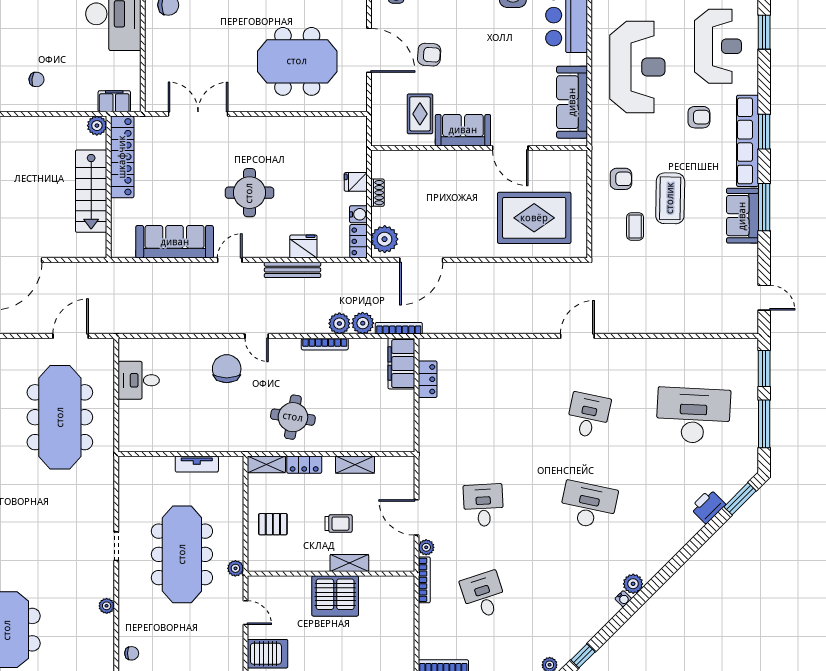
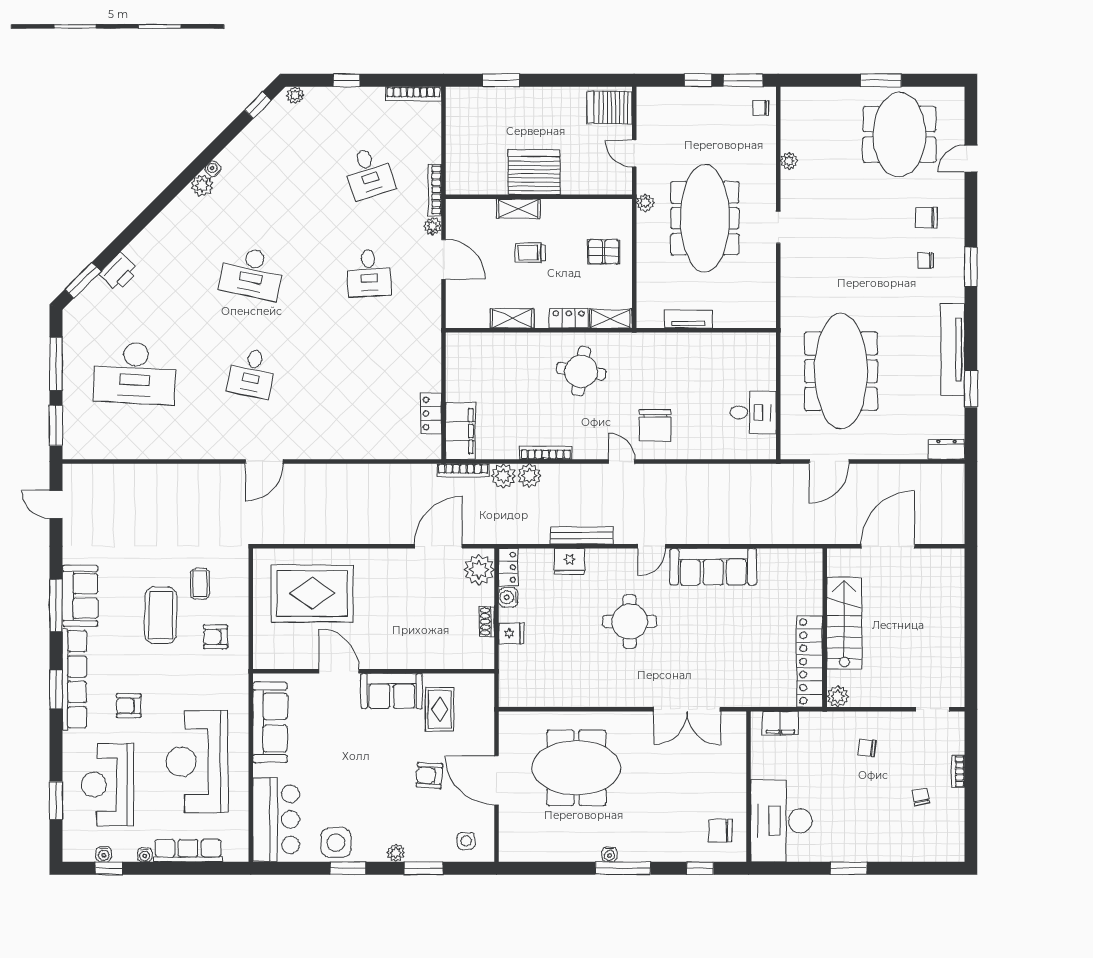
plant: (97, 126) -> (838, 696), moved
locker: (122, 157) -> (810, 661), moved
wall: (109, 187) -> (825, 628), moved
stairs: (91, 191) -> (844, 623), moved

